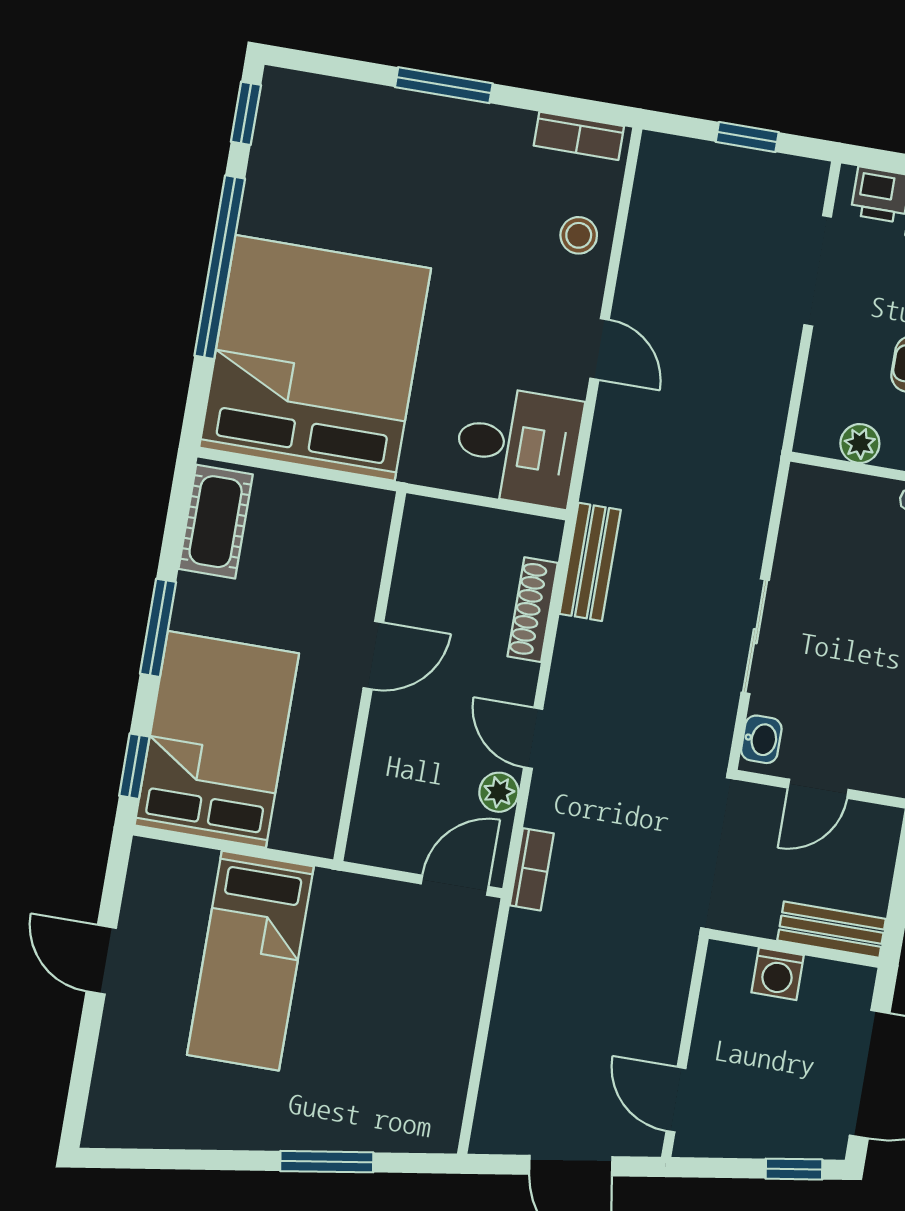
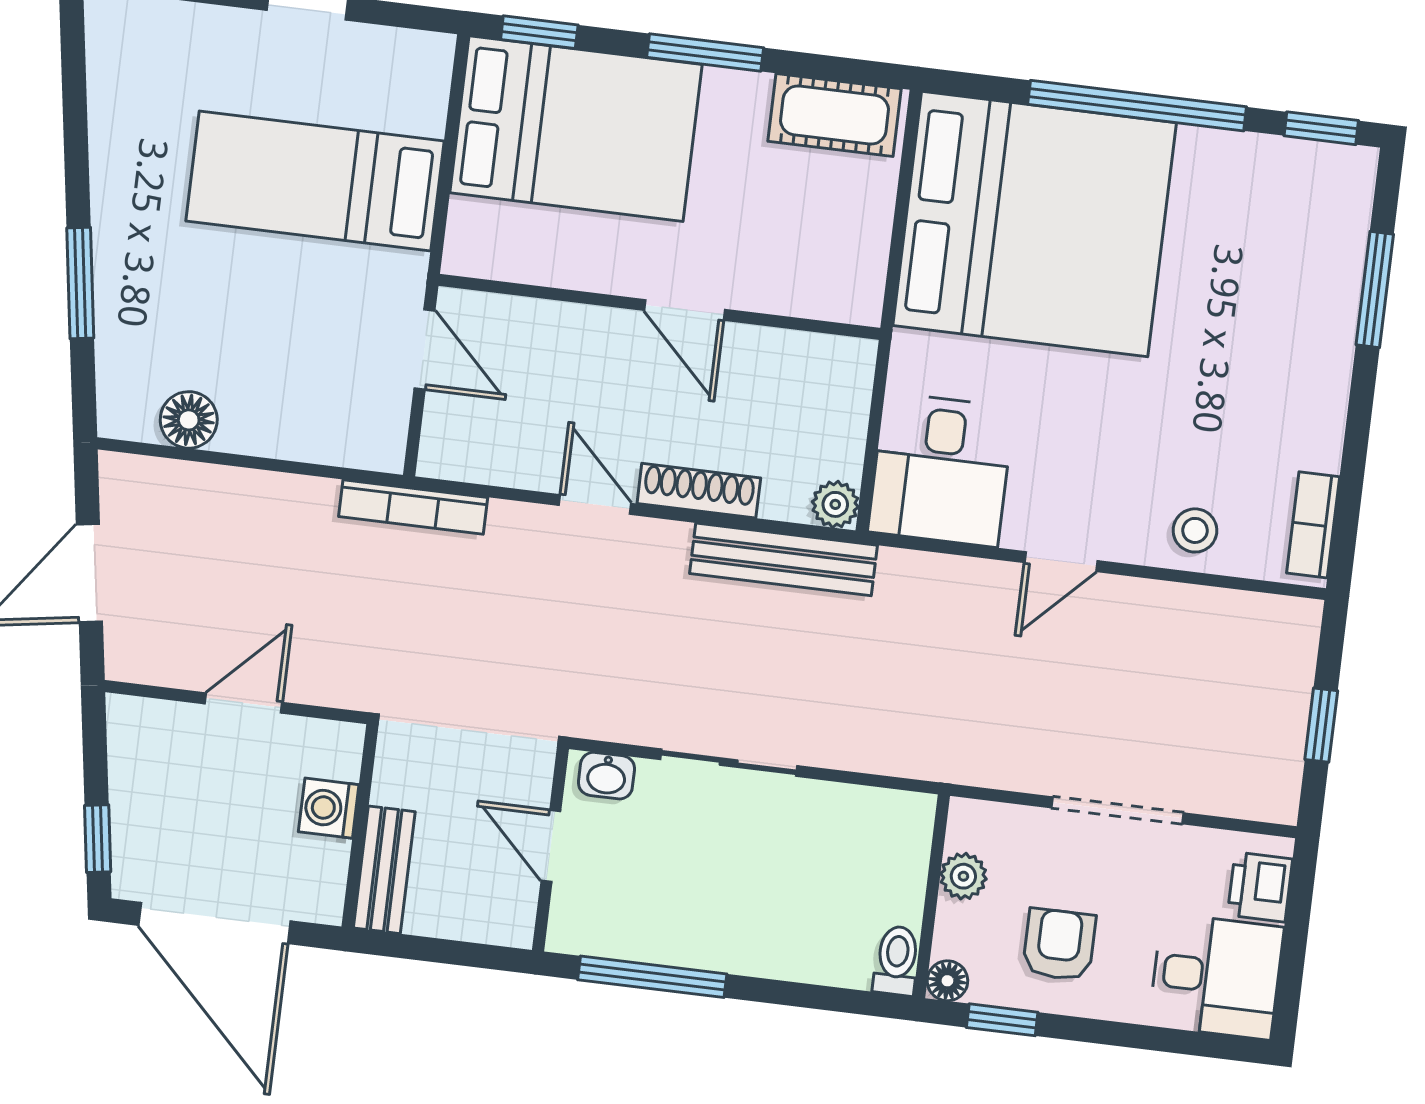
window: (444, 85) -> (1375, 290), moved
doorway: (818, 271) -> (1118, 810), moved
bench: (590, 562) -> (783, 559), width x1.36
shoe rack: (533, 610) -> (699, 491), moved
door: (533, 738) -> (595, 504), hinge flipped
plant: (499, 792) -> (835, 504), moved
bookcase: (532, 869) -> (413, 507), width x1.56
door: (455, 885) -> (425, 349), moved
floor lamp: (446, 1076) -> (189, 420), added
door: (676, 1100) -> (243, 703), moved

